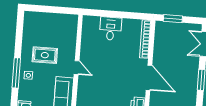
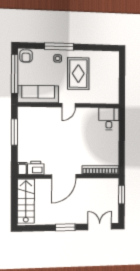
desk: (111, 29) -> (109, 119), moved, turned -90
rug: (45, 55) -> (78, 74), width x1.36, depth x1.43

